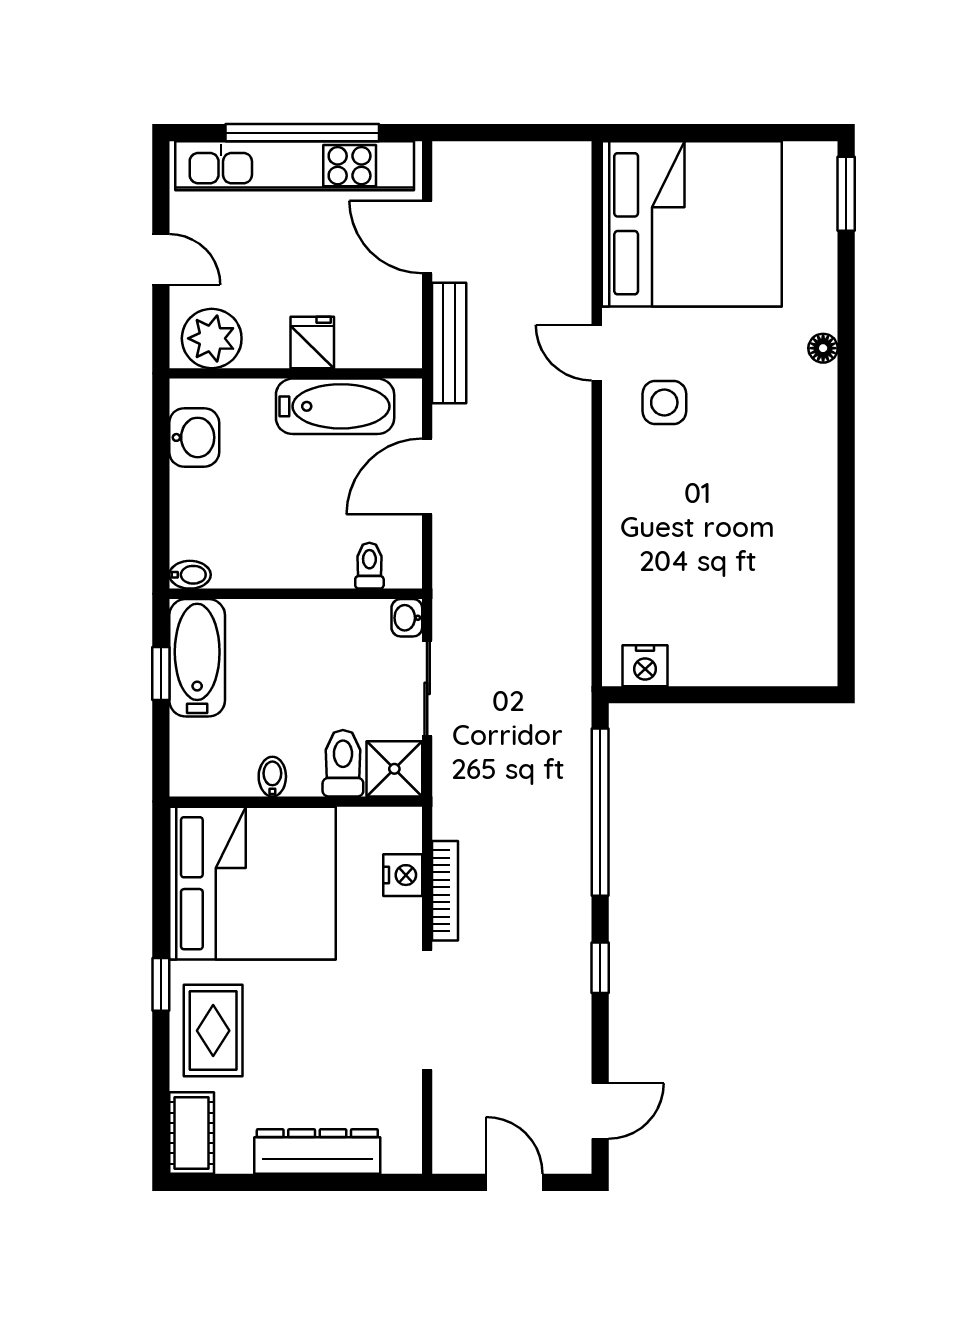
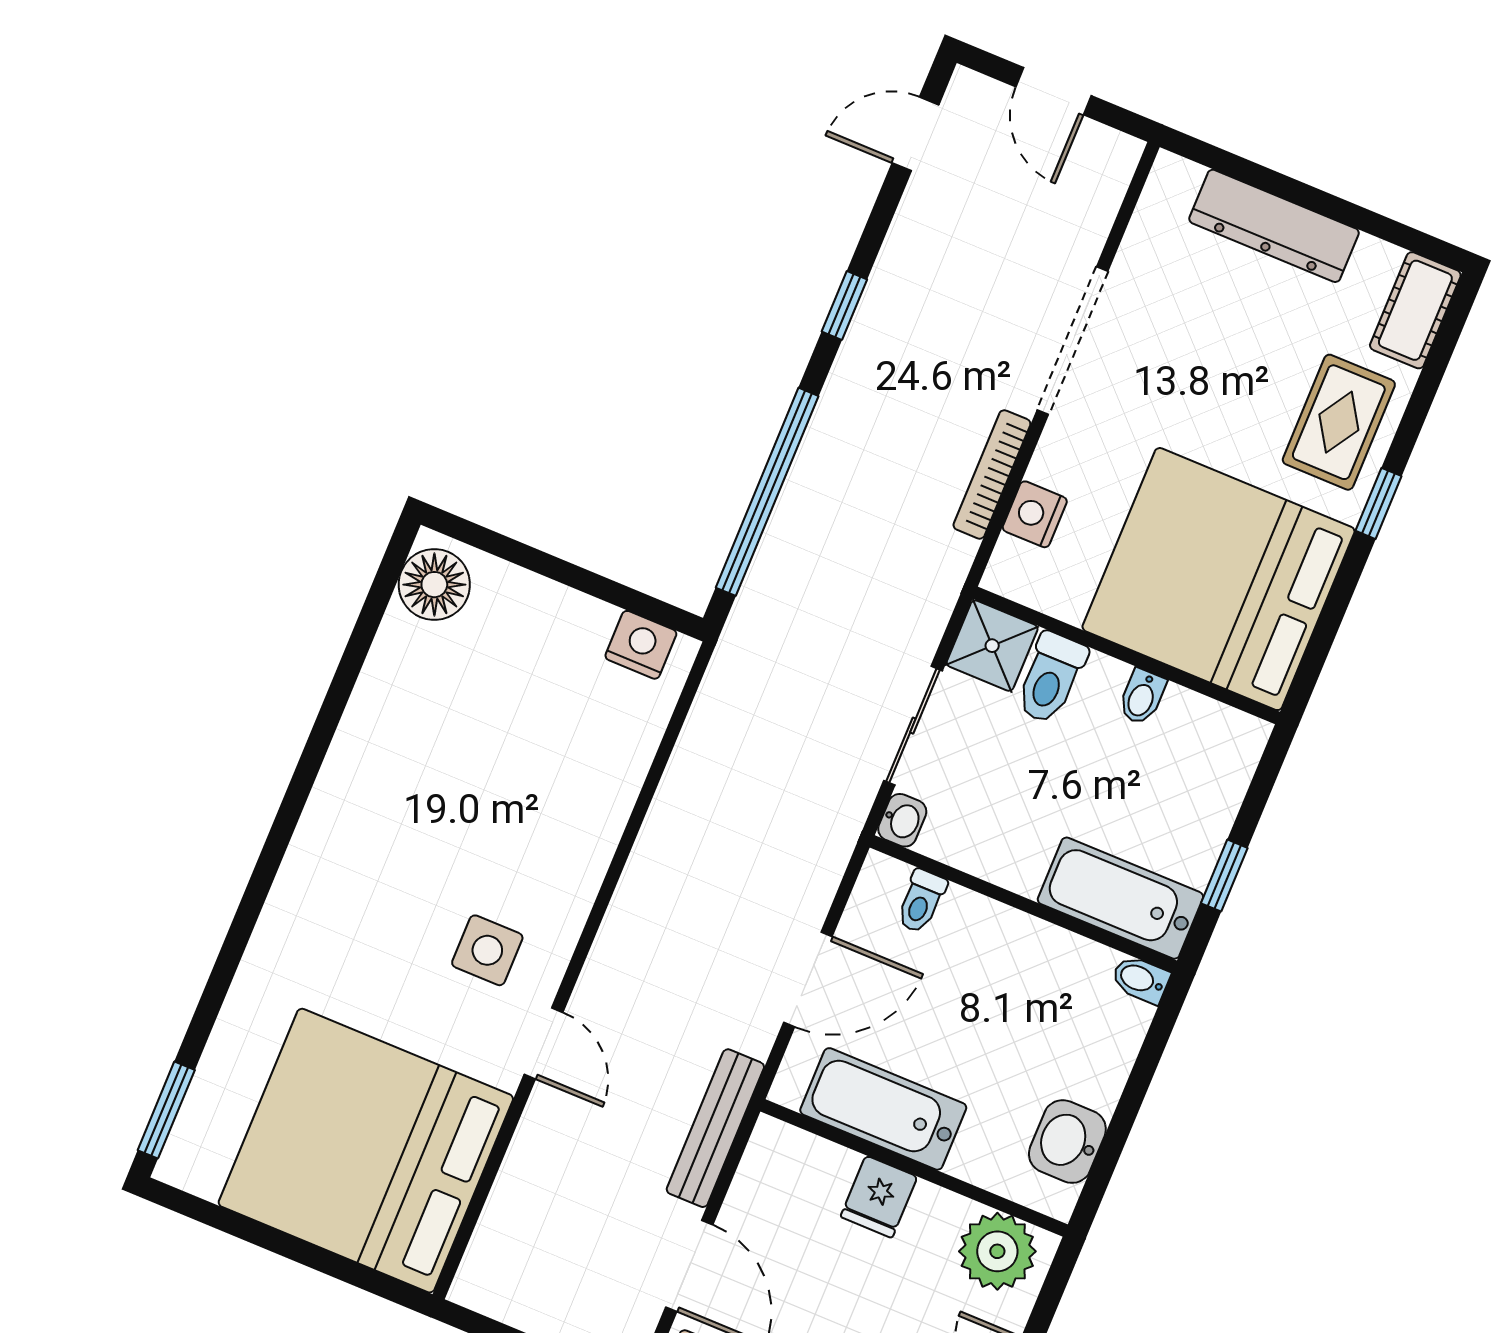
floor lamp: (823, 348) -> (434, 585), moved, width x1.89, depth x1.89
bathtub: (197, 658) -> (1120, 898), moved, turned 90

